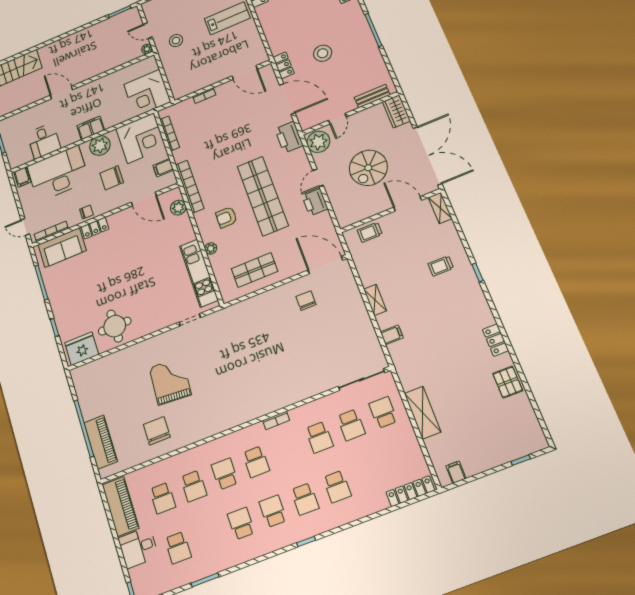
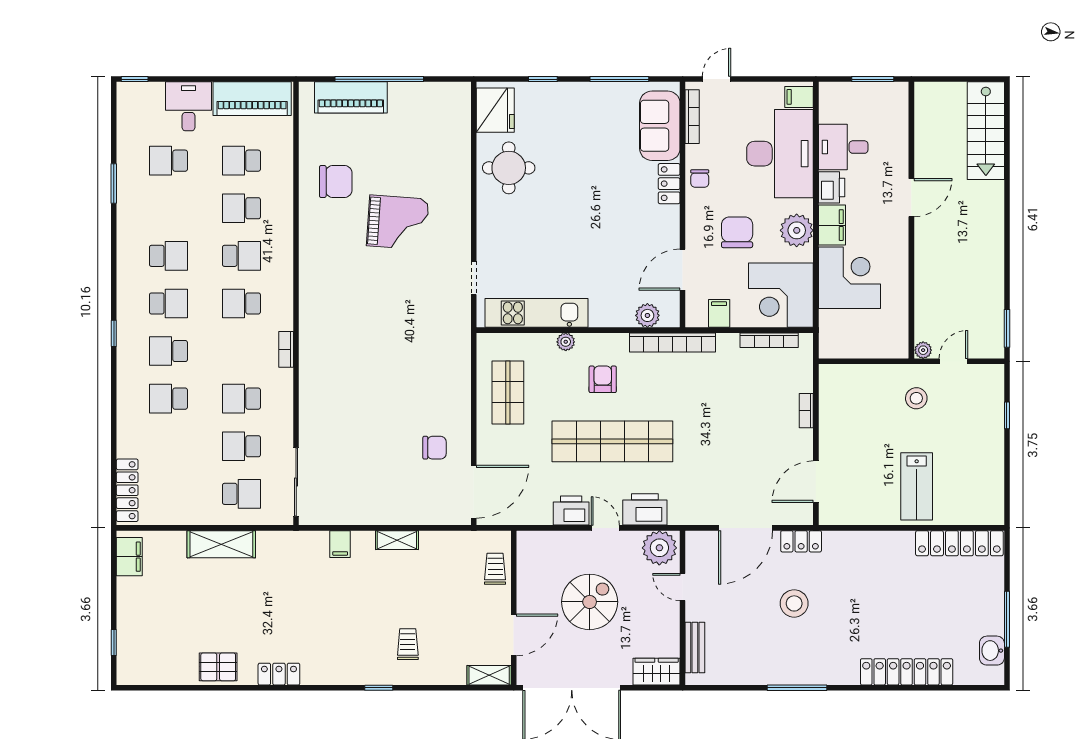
corner desk: (147, 93) -> (849, 278), moved, turned 90
printer: (69, 137) -> (832, 187), added
printer: (289, 137) -> (645, 509), moved
spiral stairs: (368, 168) -> (590, 602), turned 90
filing cabinet: (456, 472) -> (129, 557), width x2.00

